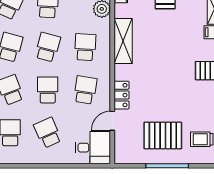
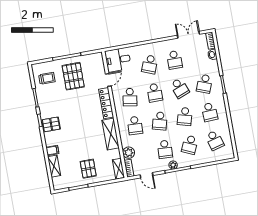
locker: (122, 95) -> (106, 103), width x1.53
school desk: (48, 133) -> (150, 64), turned 45
pallet: (163, 135) -> (73, 76), turned 90

